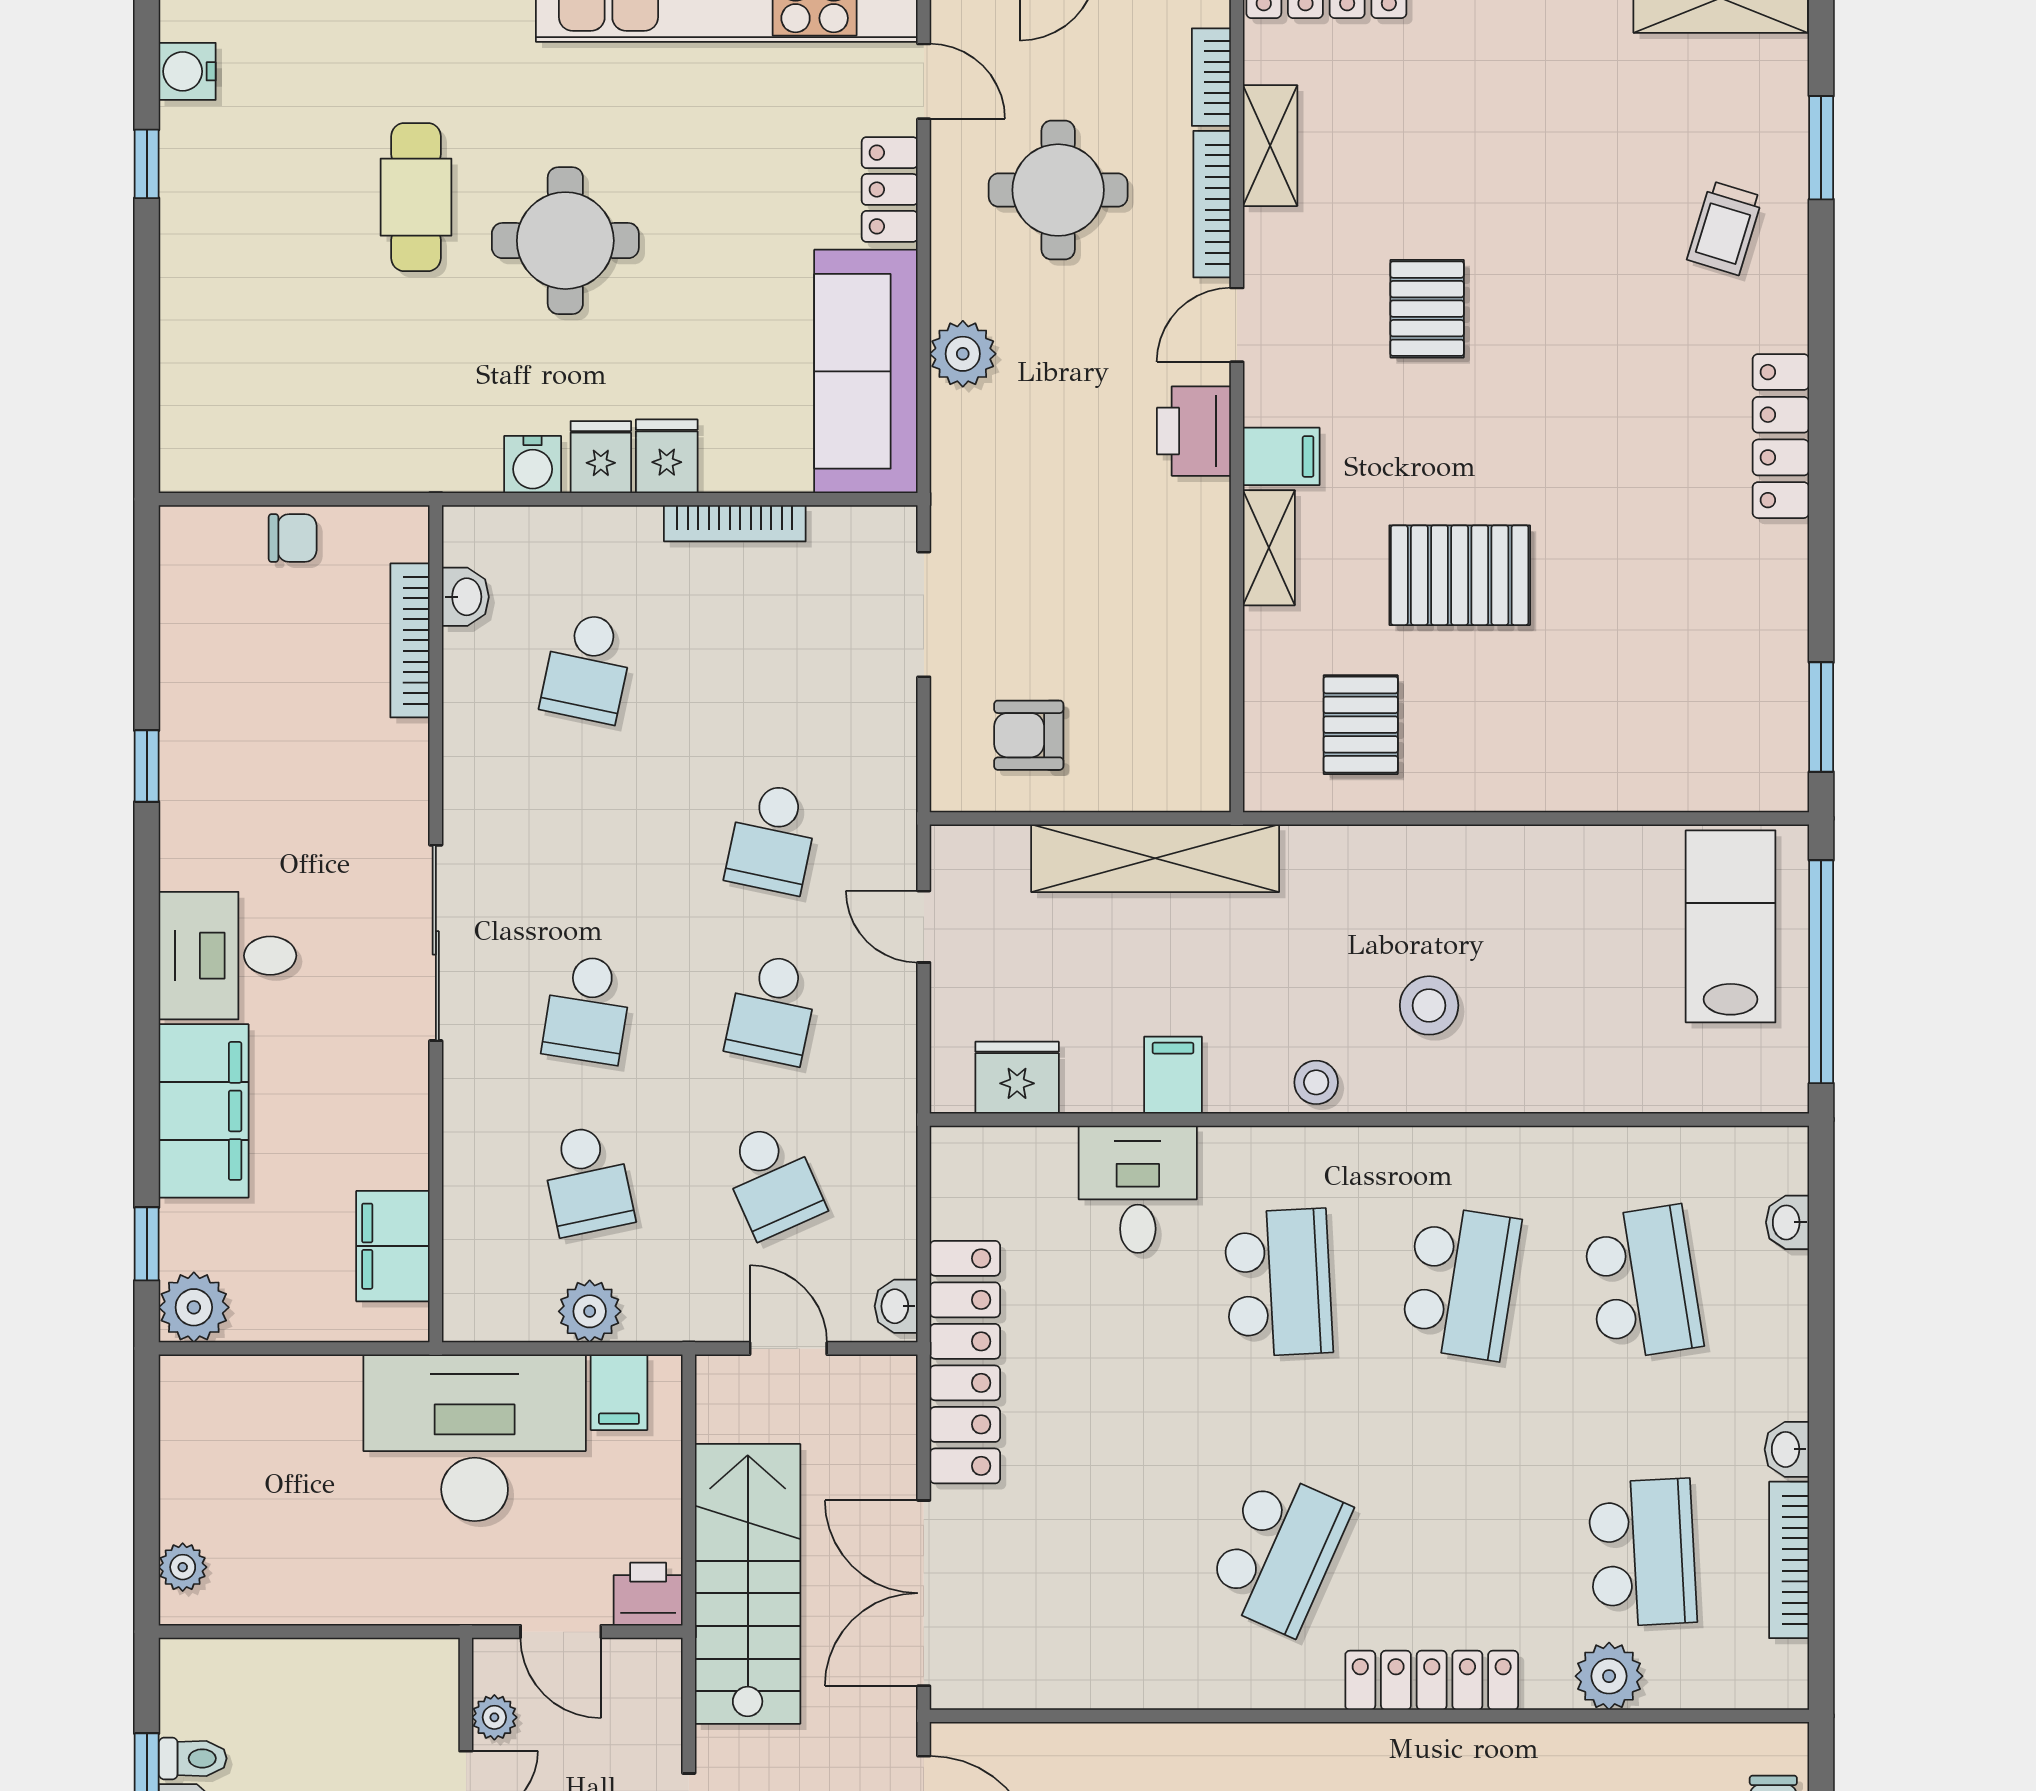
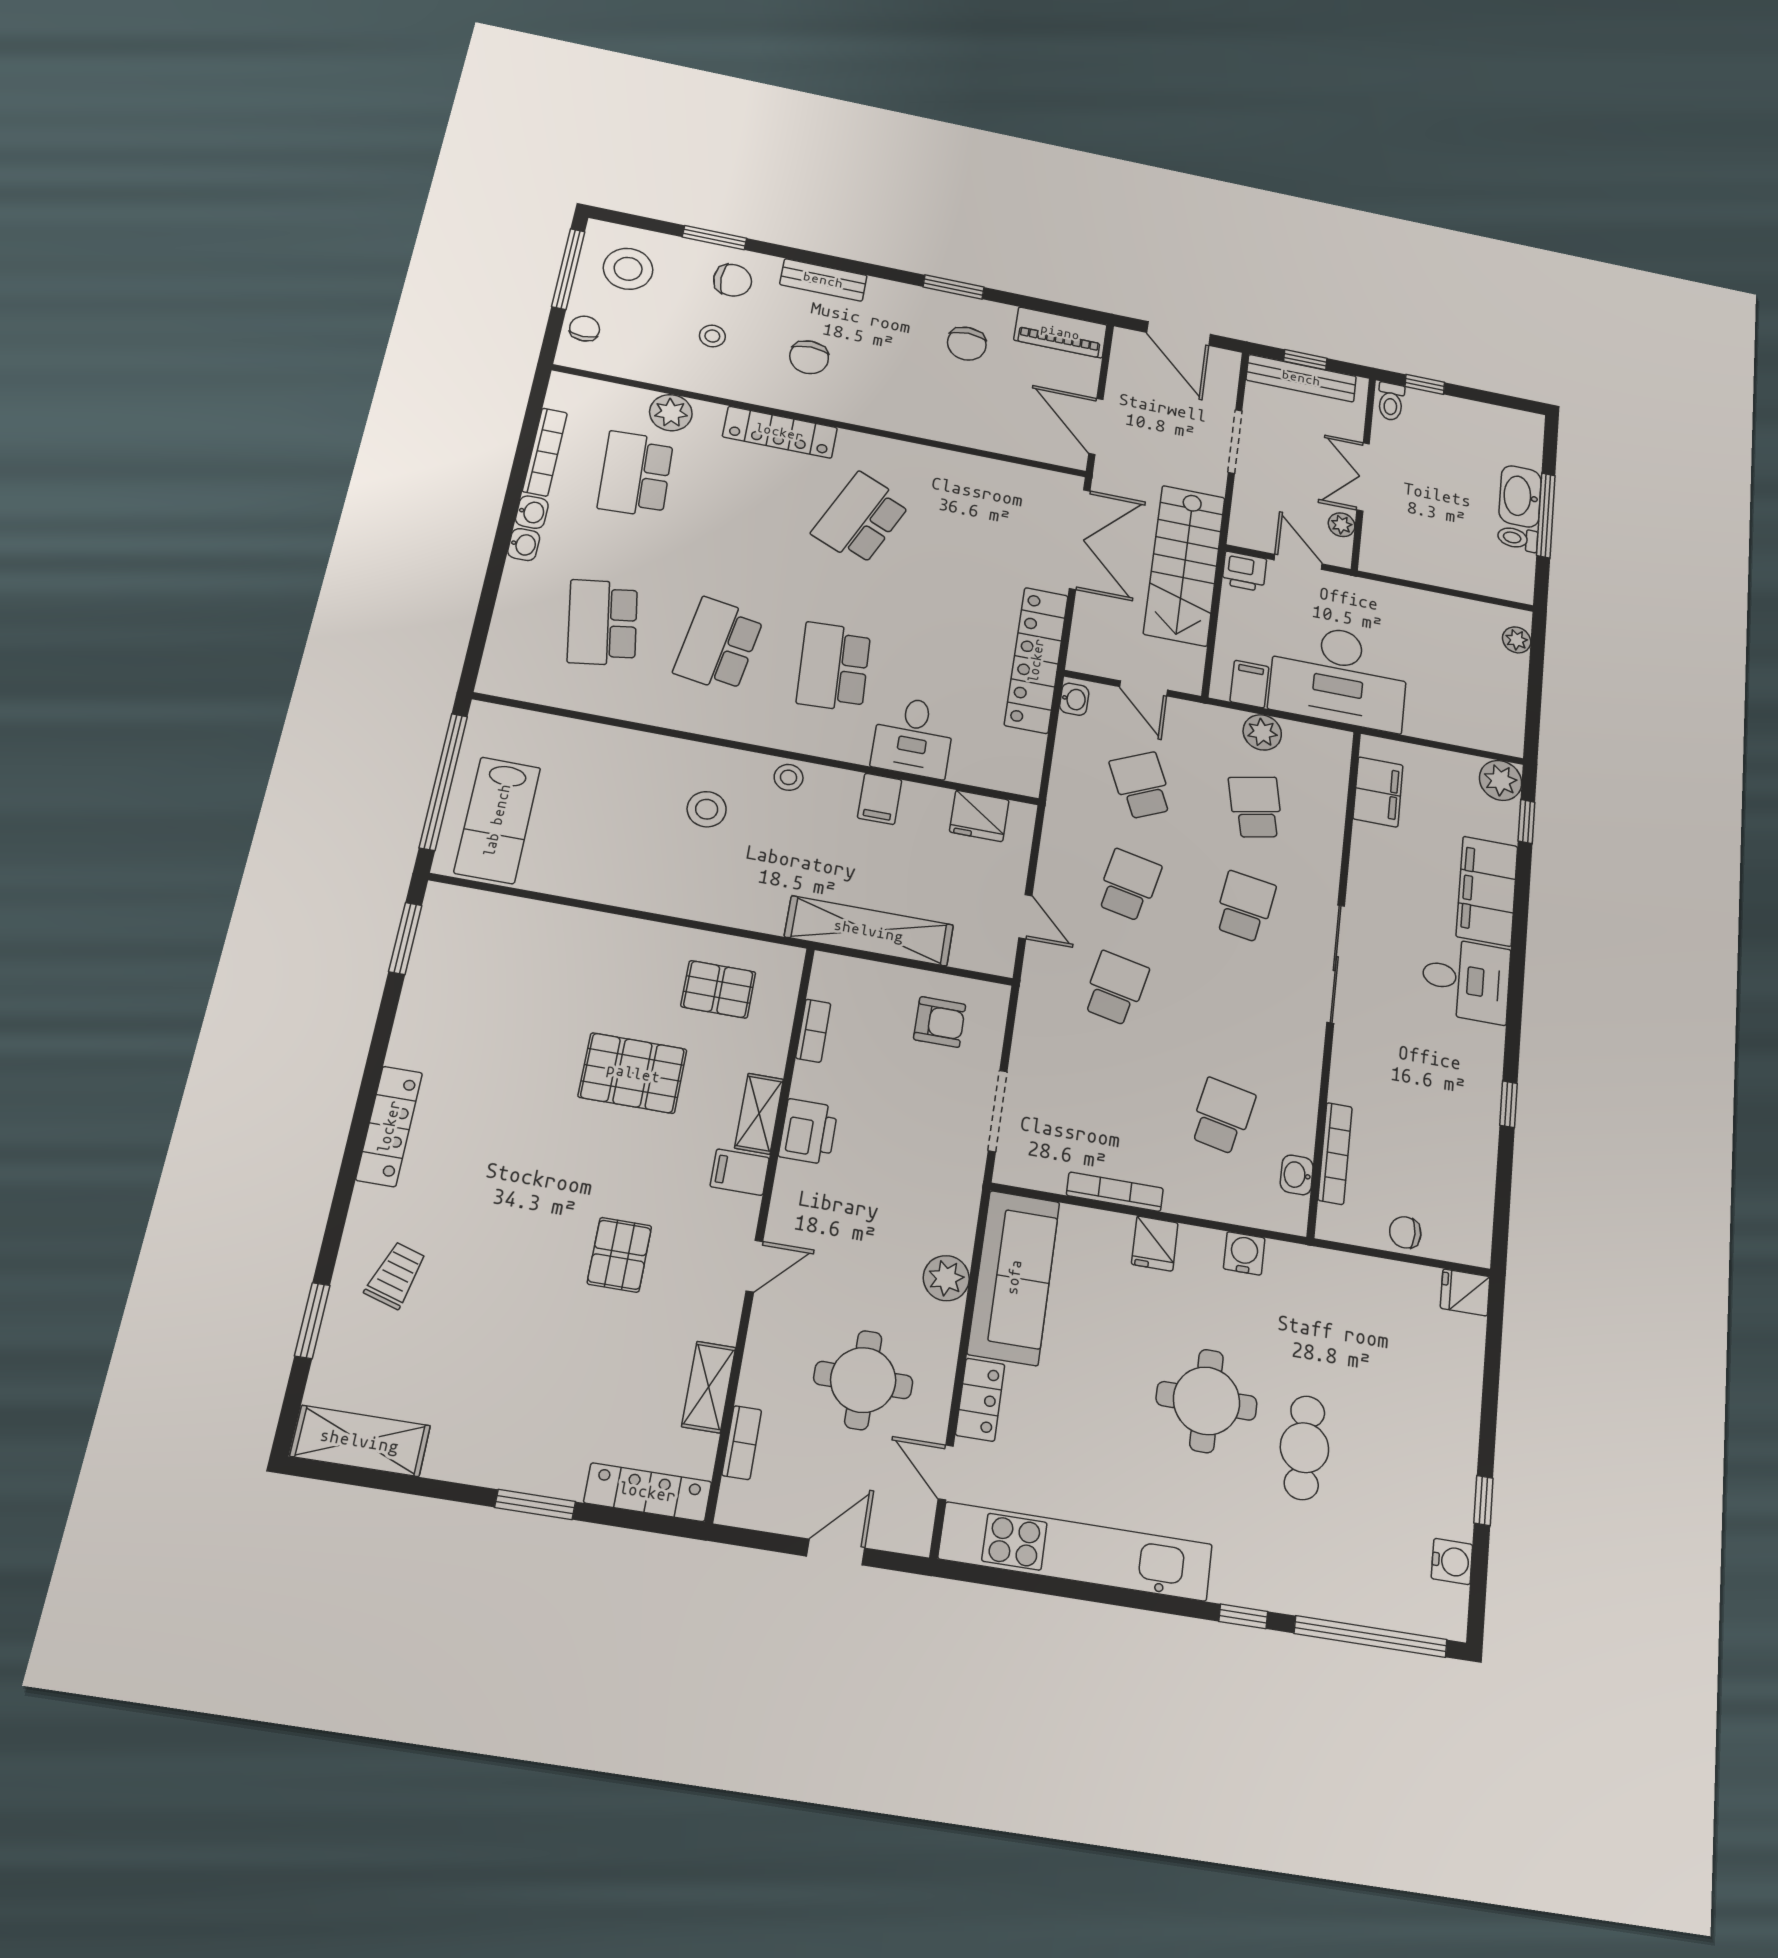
bookcase: (1212, 204) -> (813, 1031), moved, width x0.64
printer: (1194, 431) -> (808, 1132), moved
fridge: (601, 457) -> (1465, 1292), moved, turned 90
pallet: (1361, 725) -> (718, 989), turned 90
washbasin: (1787, 1222) -> (524, 545), moved

